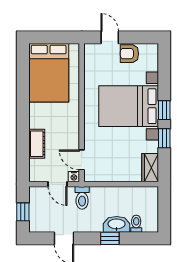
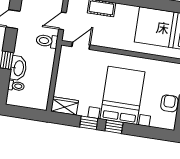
nightstand: (74, 177) -> (67, 37), removed

